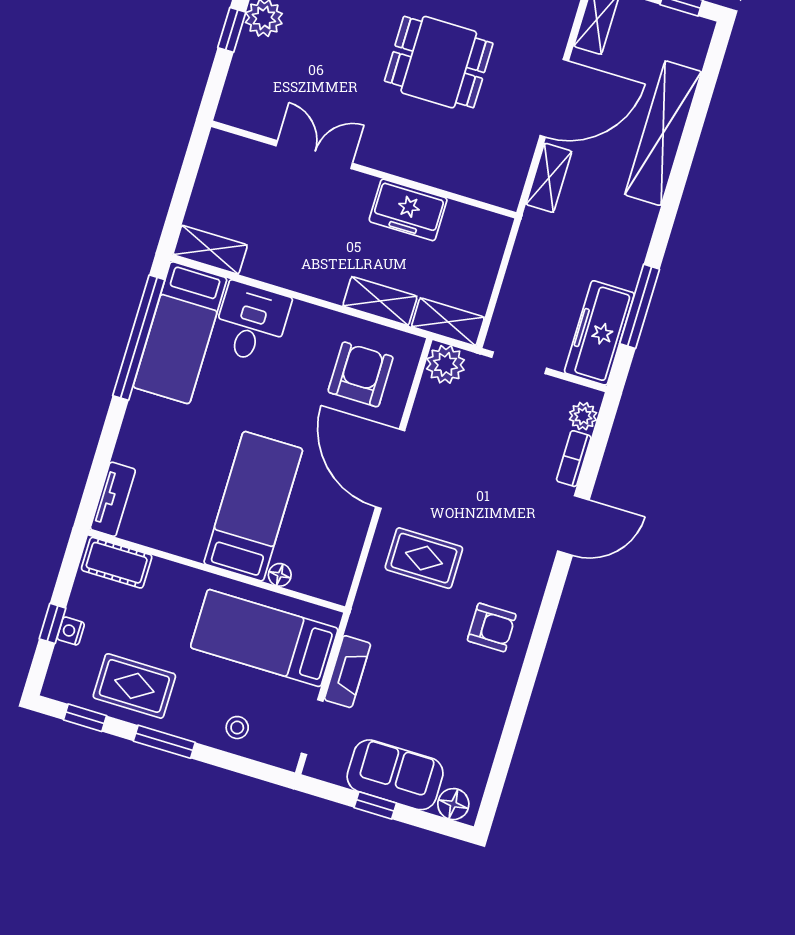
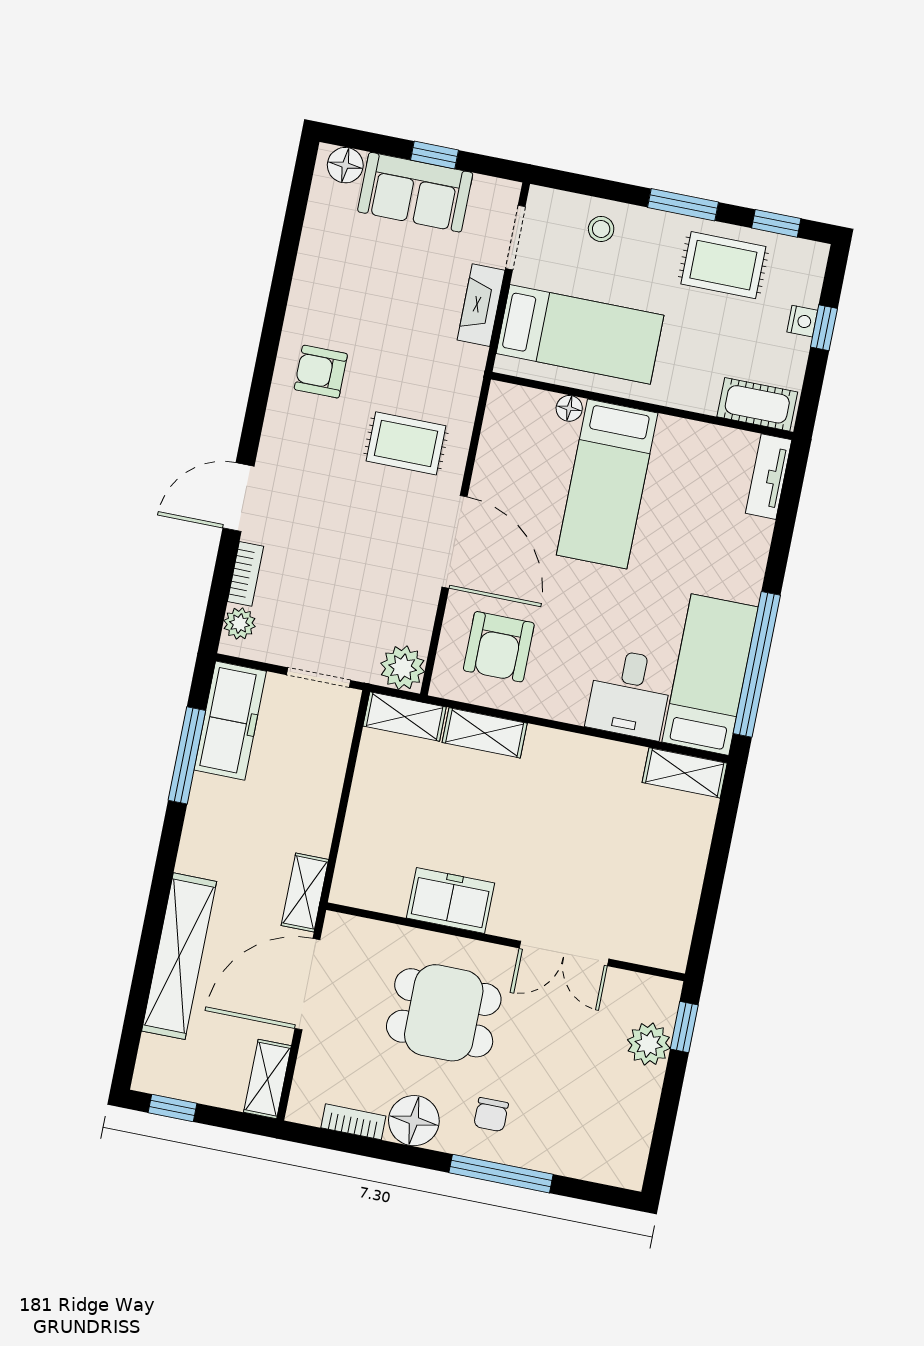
double door: (314, 155) -> (564, 953), moved
wall: (364, 170) -> (506, 942), moved
freezer: (408, 210) -> (451, 901), moved

